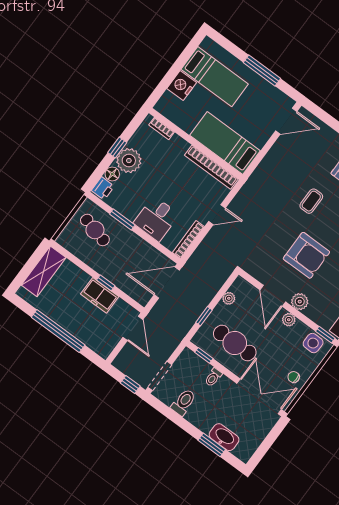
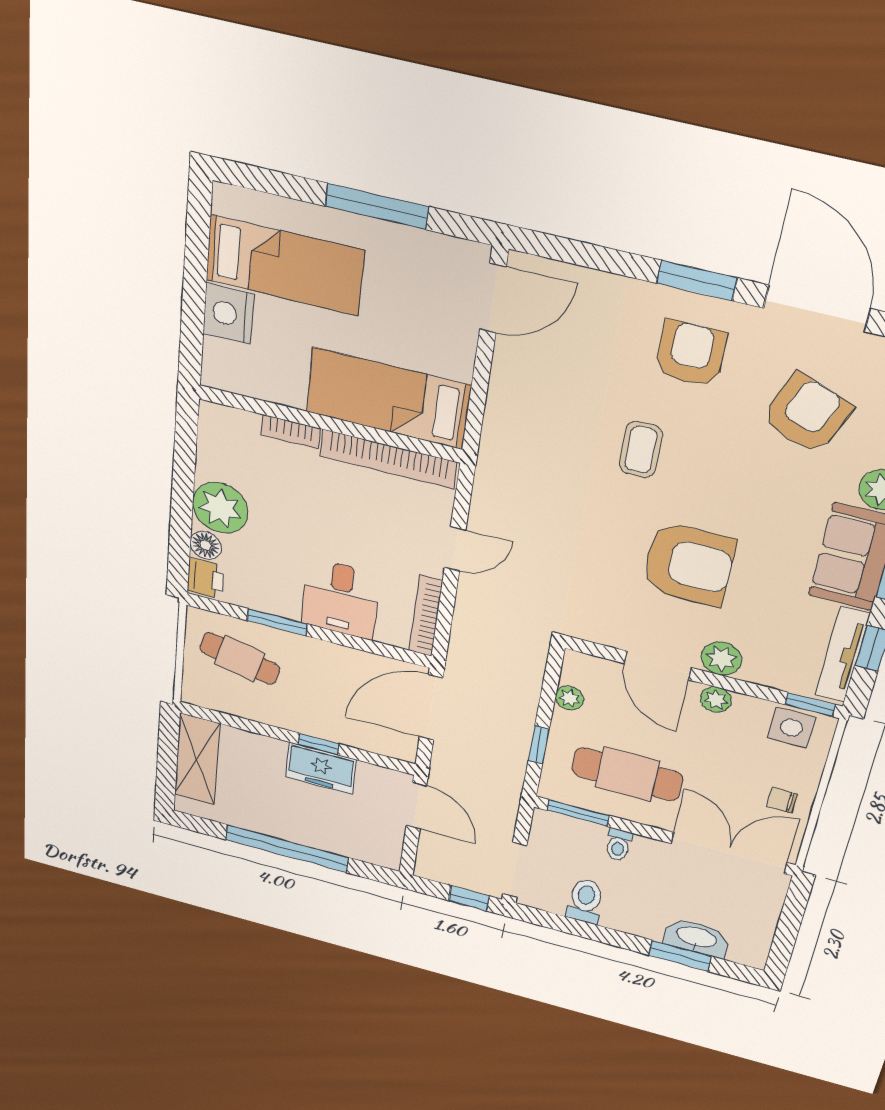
bookcase: (162, 129) -> (291, 432), moved
window: (117, 148) -> (183, 491), removed
window: (204, 355) -> (578, 813), width x1.50

